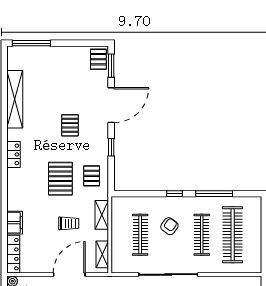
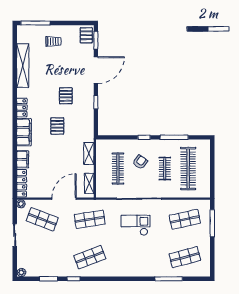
pallet: (70, 125) -> (66, 96), moved
pallet: (92, 176) -> (81, 124), removed
pallet: (60, 179) -> (57, 126), width x0.67, depth x0.71
filing cabinet: (16, 187) -> (24, 132), added
trolley: (69, 223) -> (53, 41), moved
clothes rail: (202, 235) -> (165, 169), width x0.73

